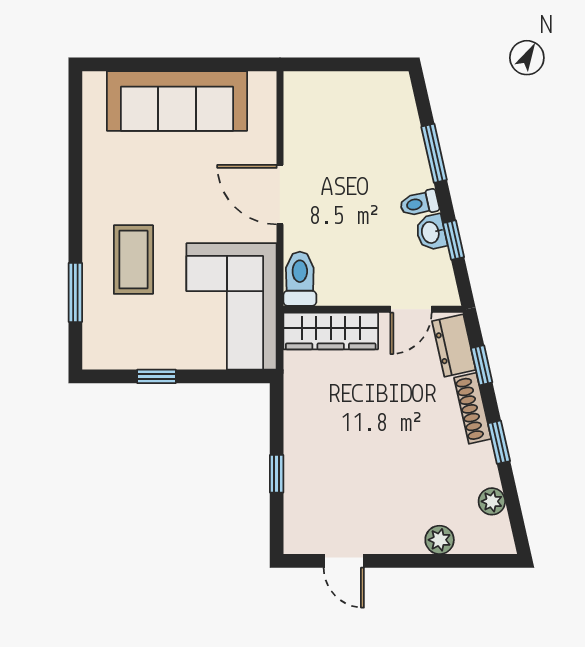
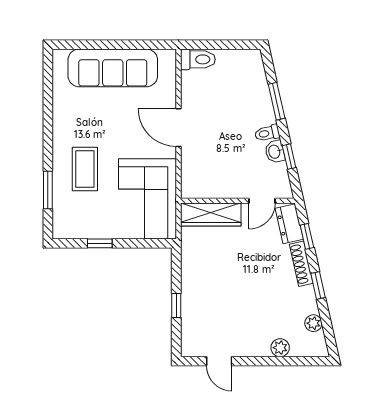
toilet: (300, 279) -> (198, 59), moved, turned 90

